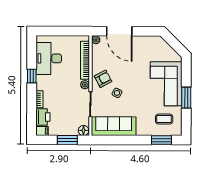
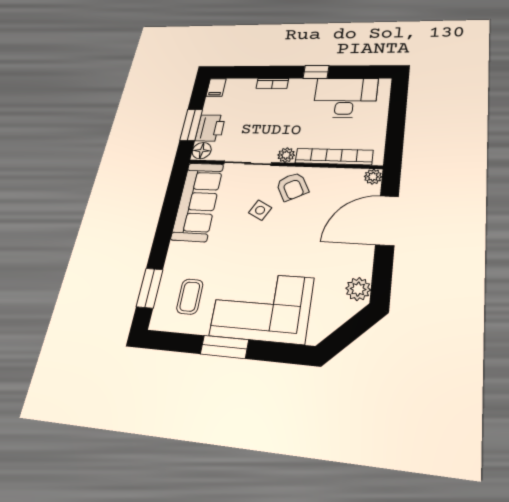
plant: (154, 41) -> (358, 289), added
printer: (43, 117) -> (210, 128), moved, turned -90

